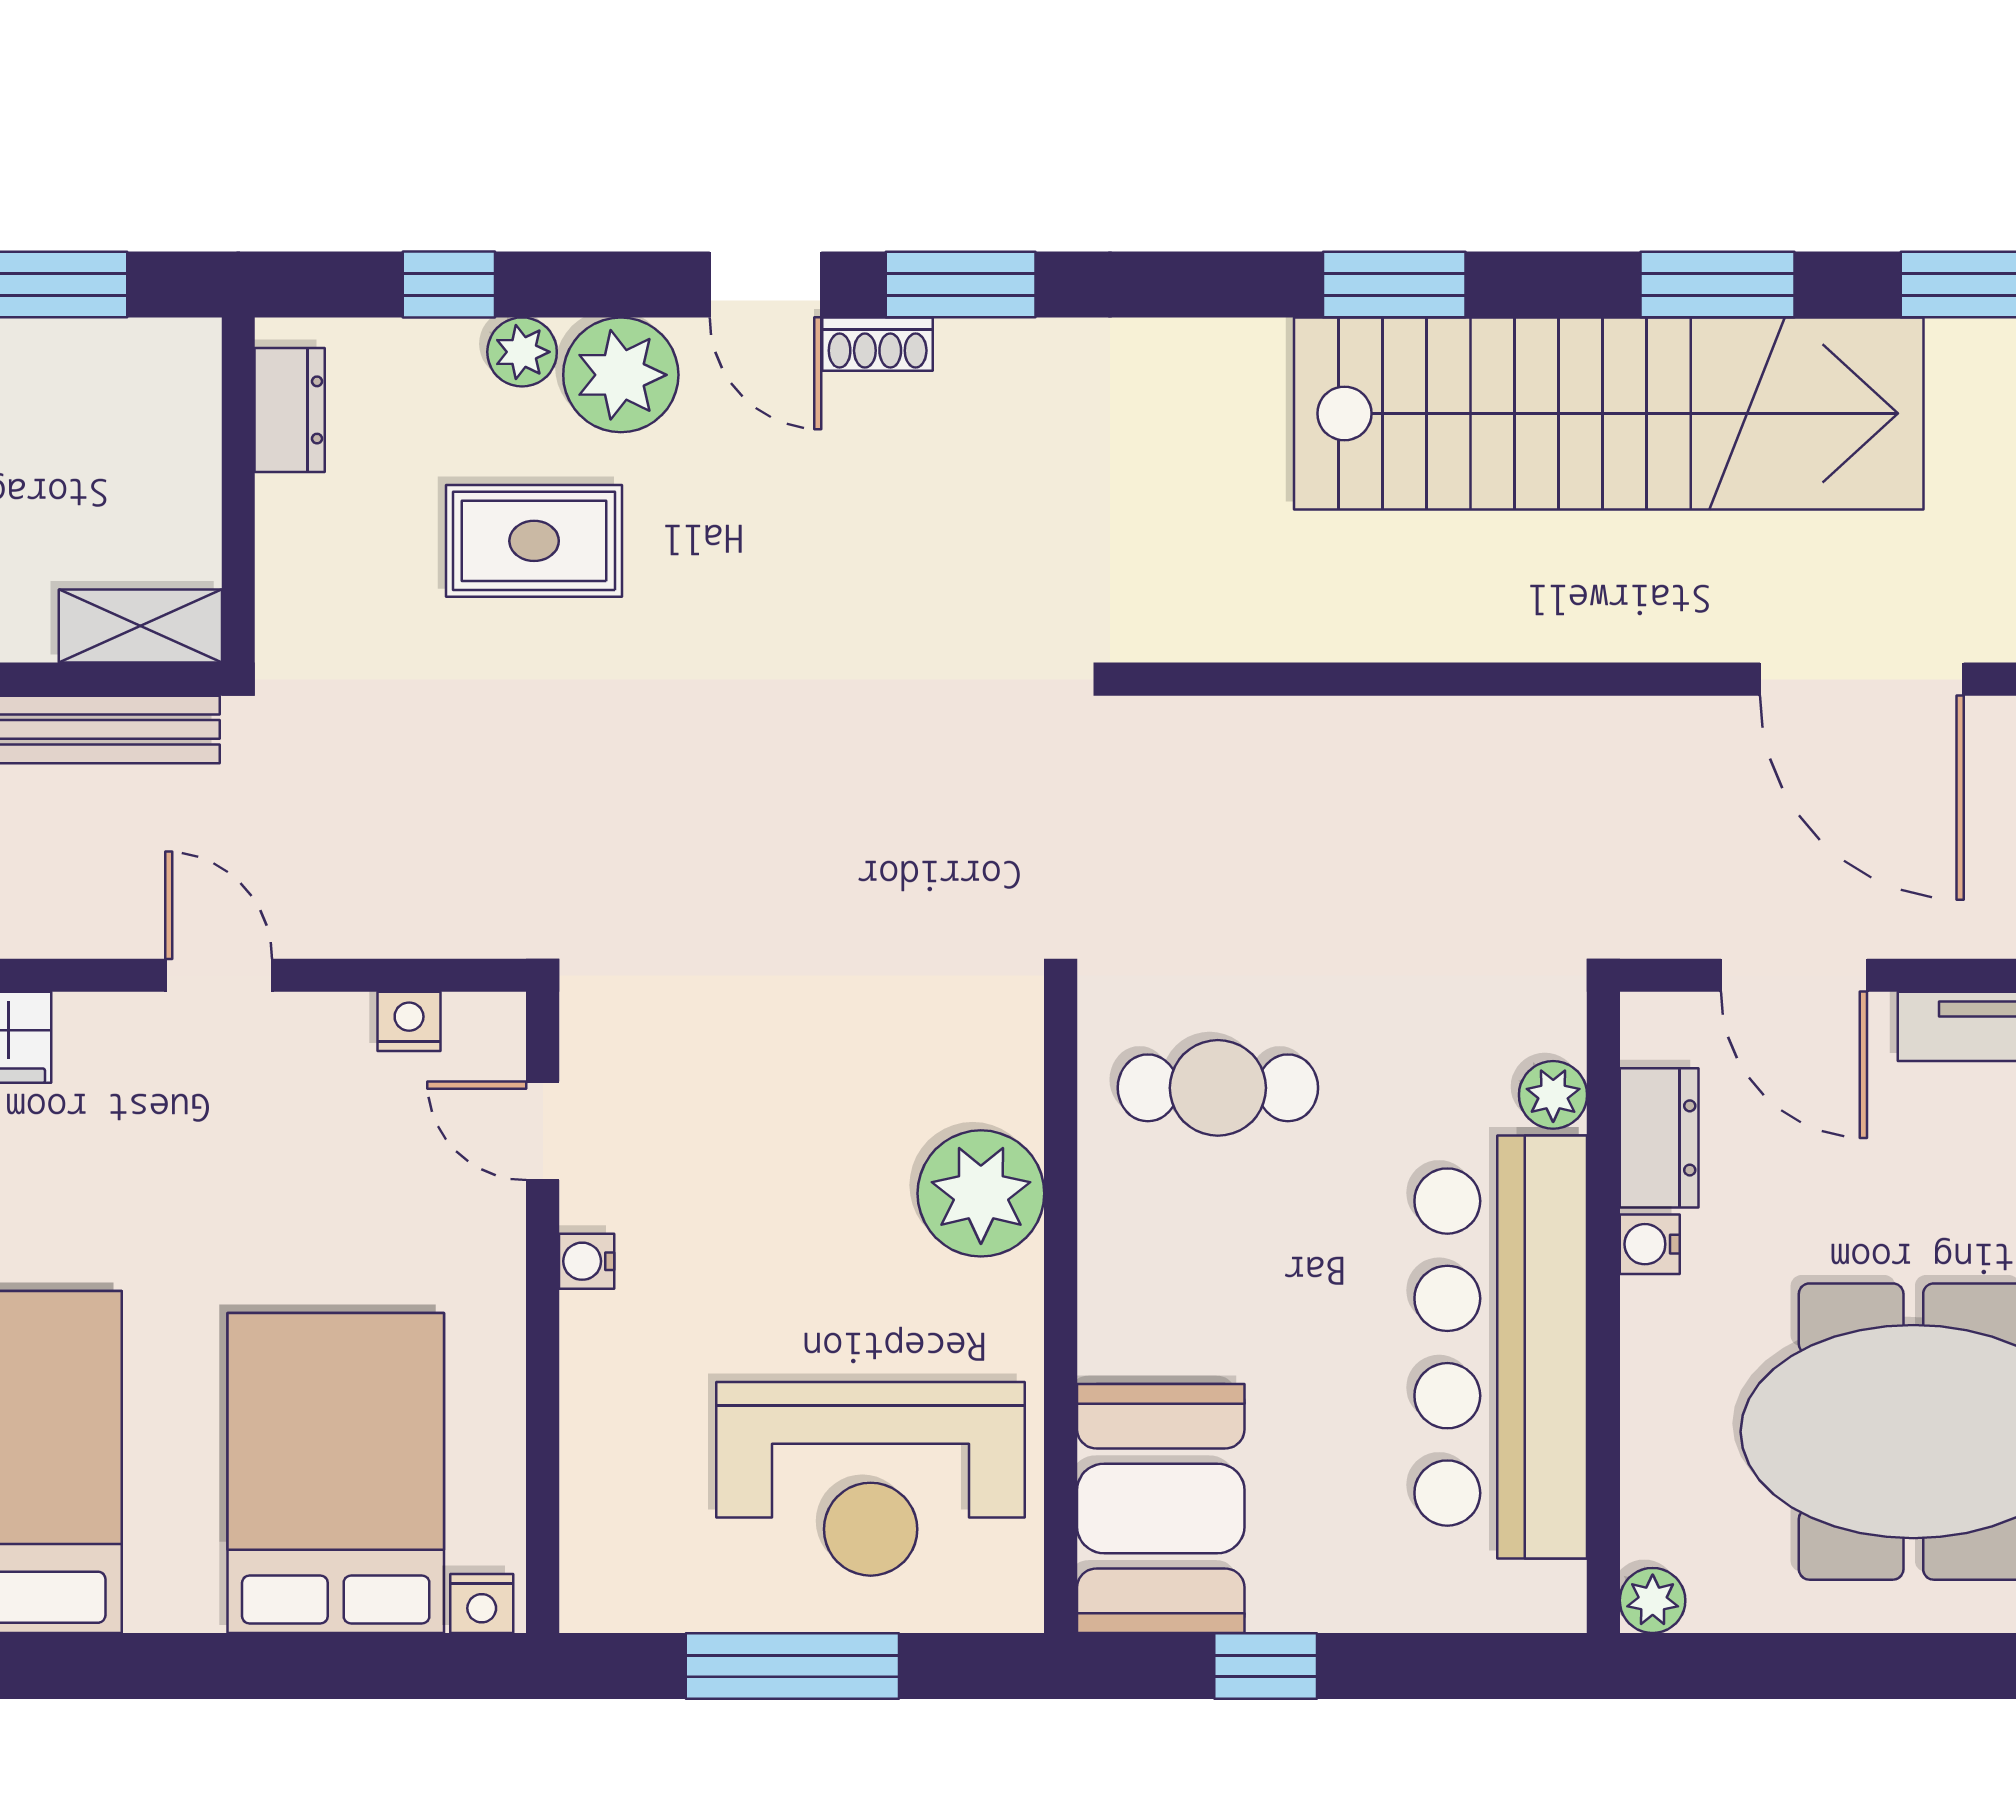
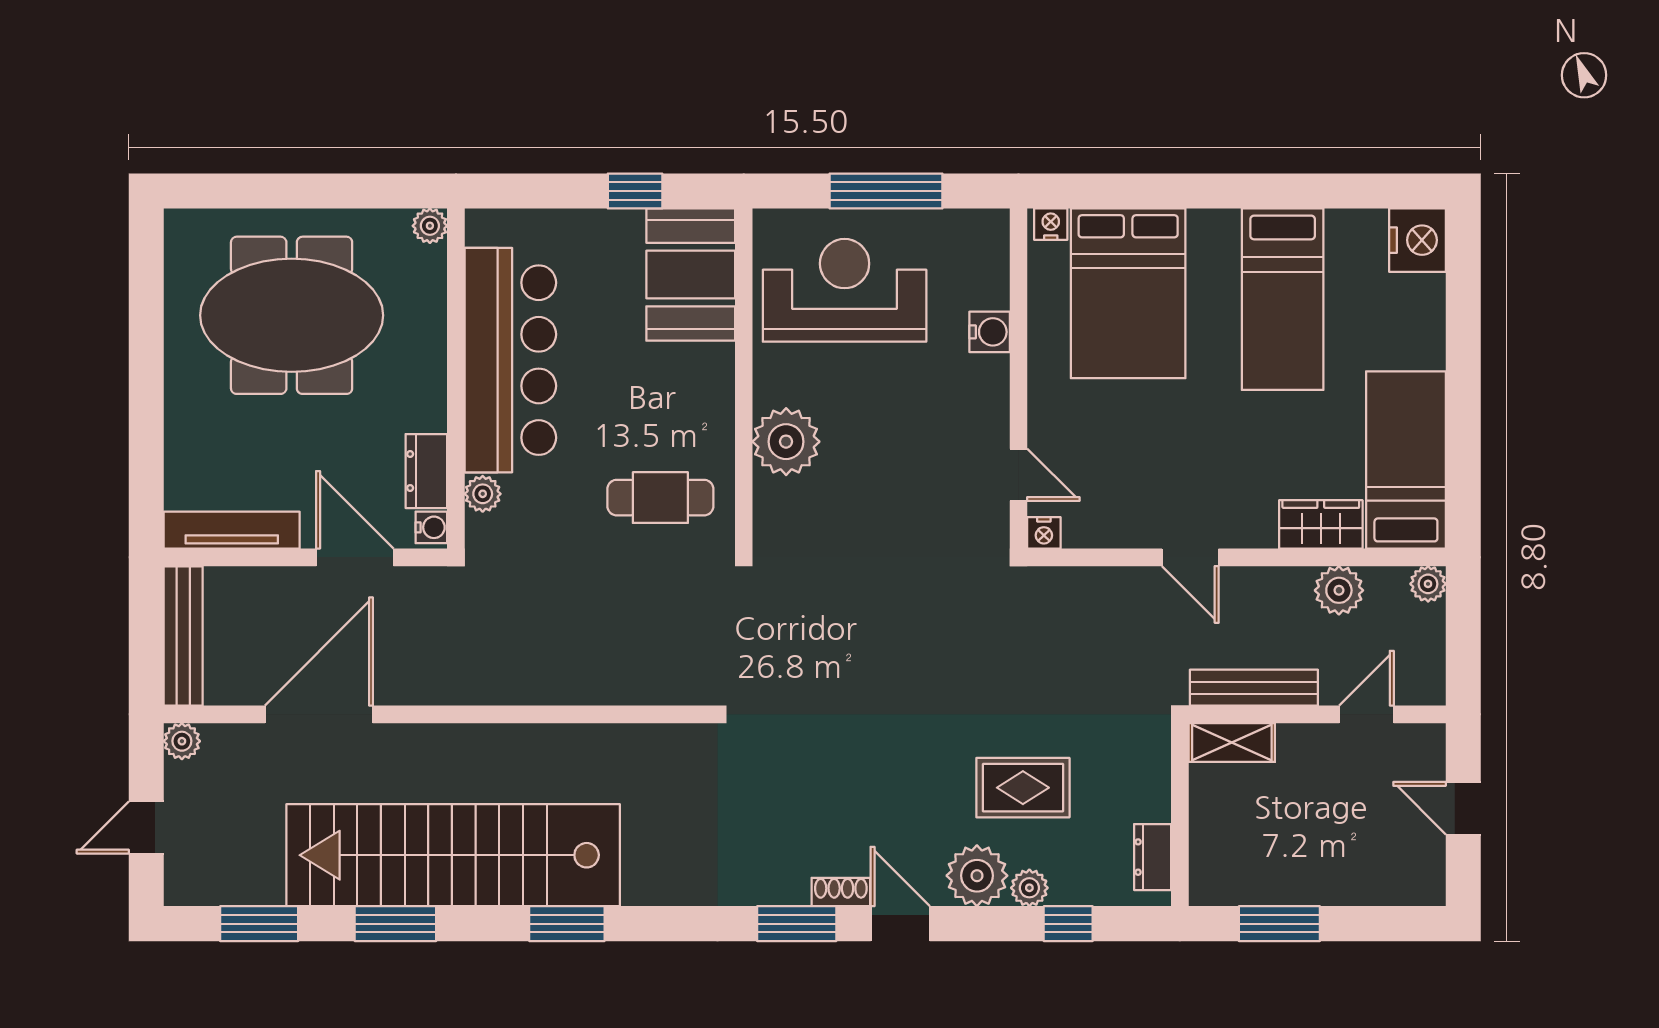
door: (1862, 679) -> (319, 714), hinge flipped
nightstand: (409, 1021) -> (1044, 533), moved
water cooler: (1650, 1244) -> (431, 527), moved
water cooler: (587, 1261) -> (990, 332), moved, width x1.38, depth x1.38

